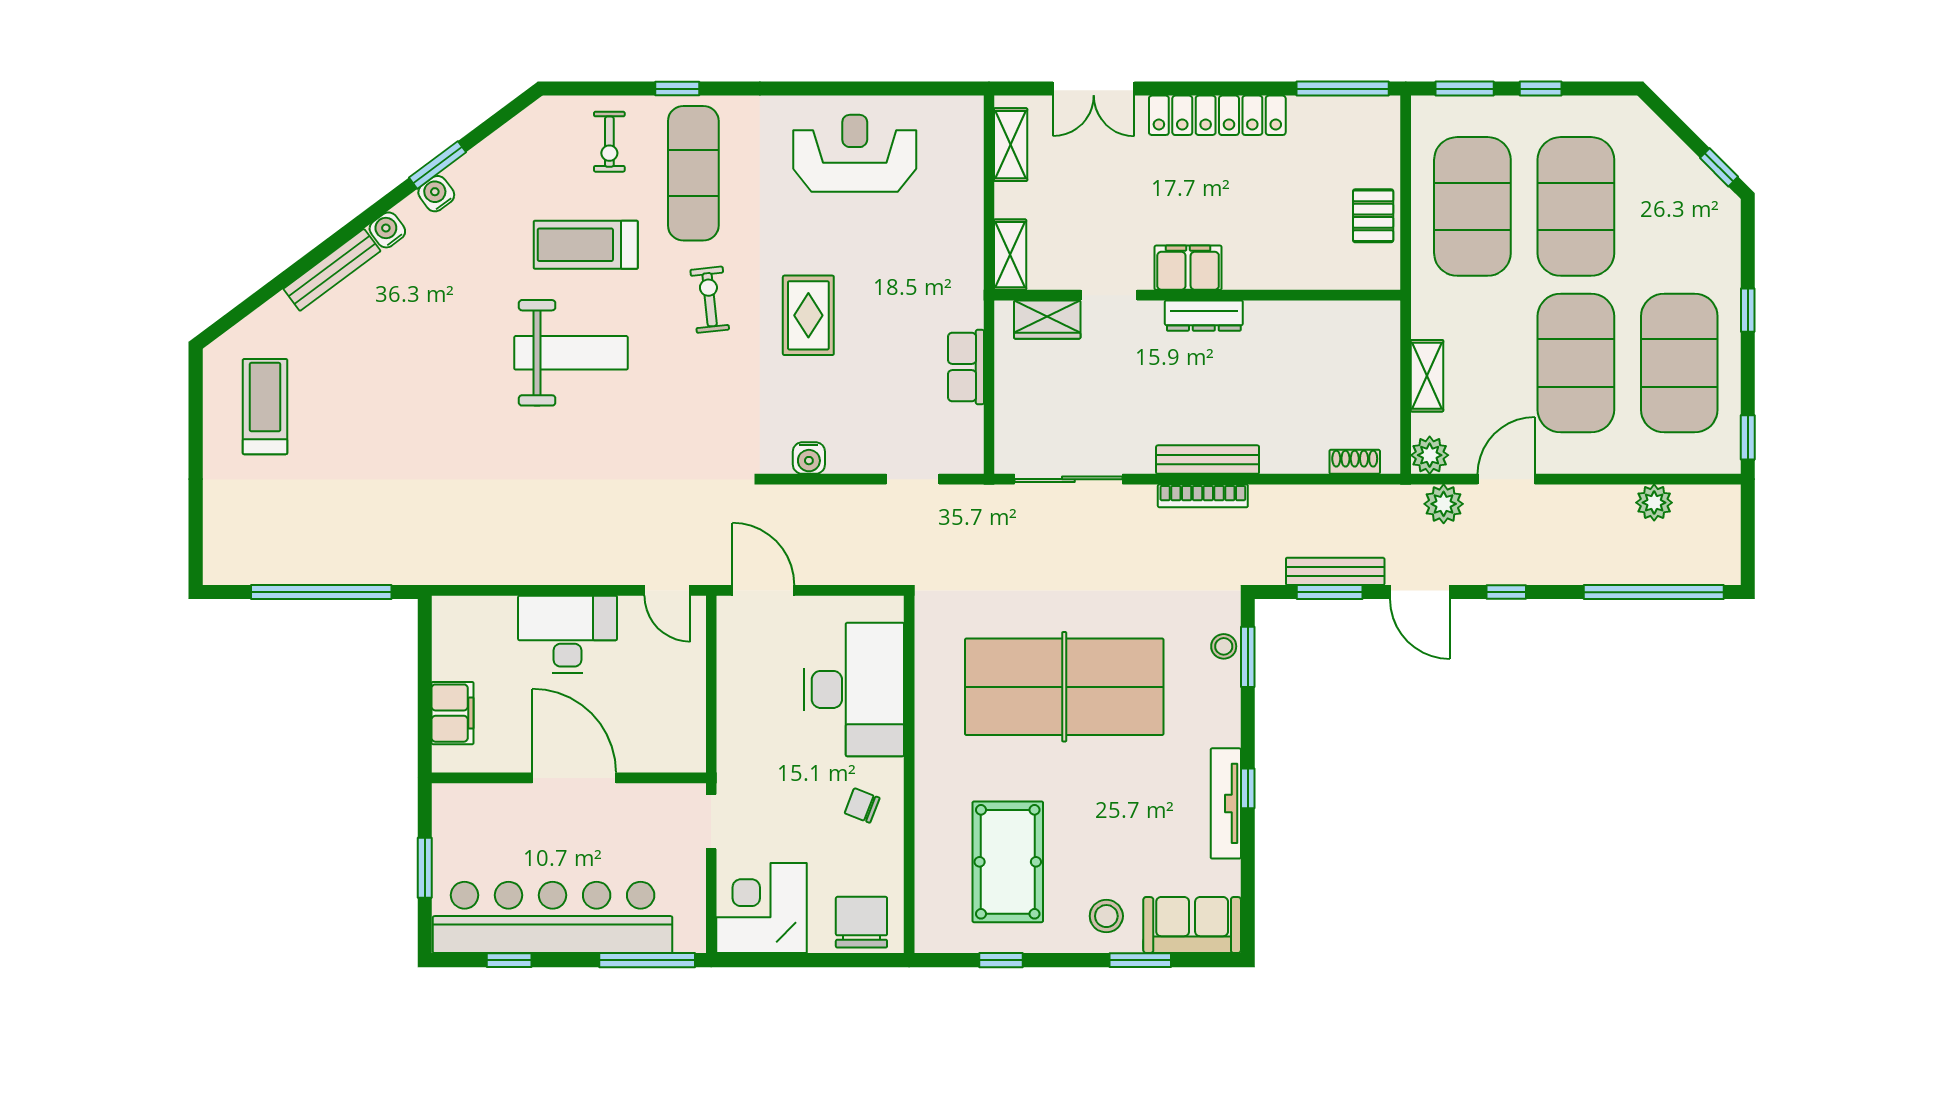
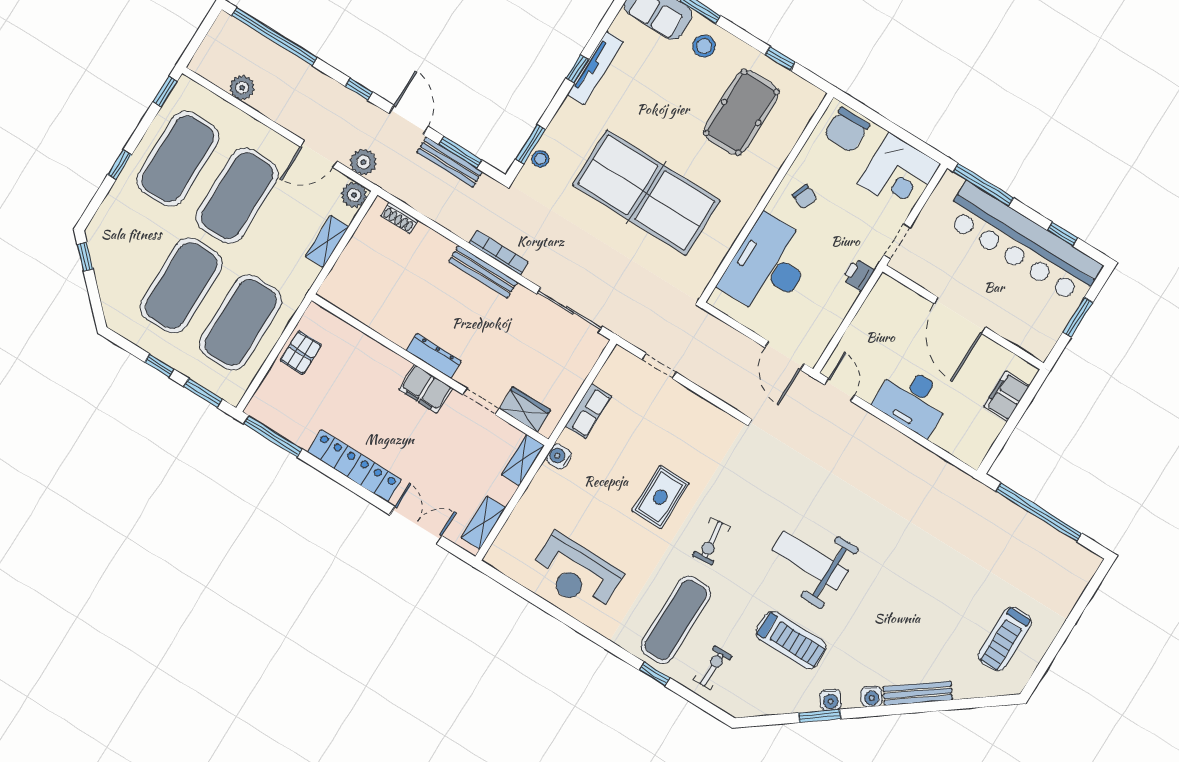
treadmill: (586, 245) -> (791, 640), moved
water cooler: (809, 458) -> (559, 457), moved, turned -90
printer: (734, 749) -> (858, 275), added

